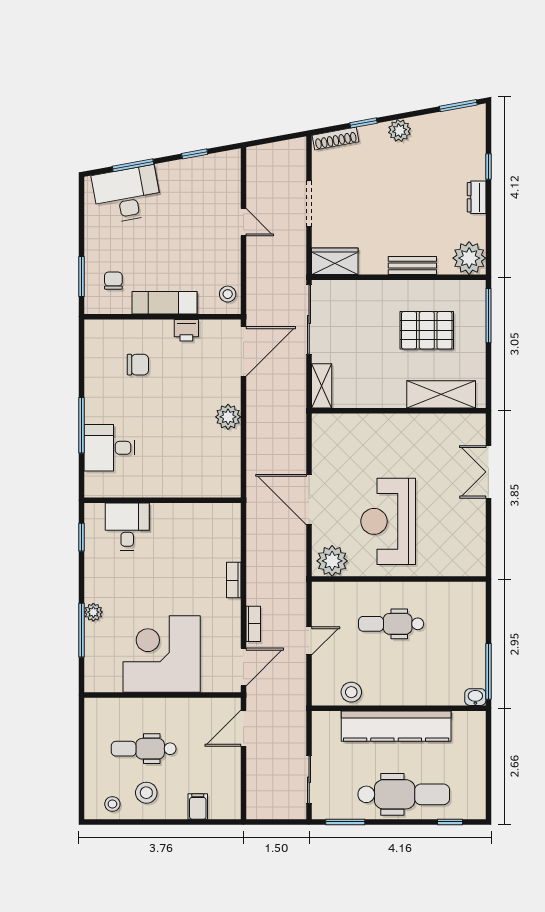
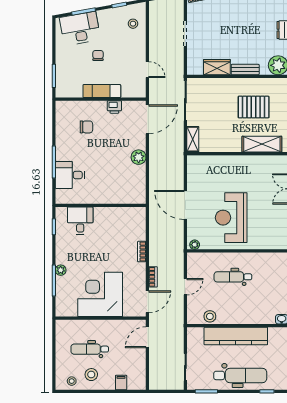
door: (243, 222) -> (147, 70), moved
wardrobe: (335, 261) -> (217, 67), moved
chair: (113, 281) -> (98, 55), moved
stool: (228, 294) -> (133, 24), moved
plant: (332, 561) -> (195, 245), width x0.53, depth x0.53

